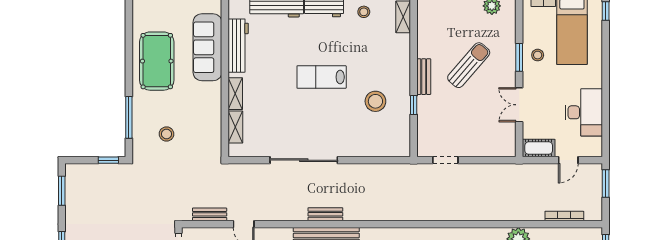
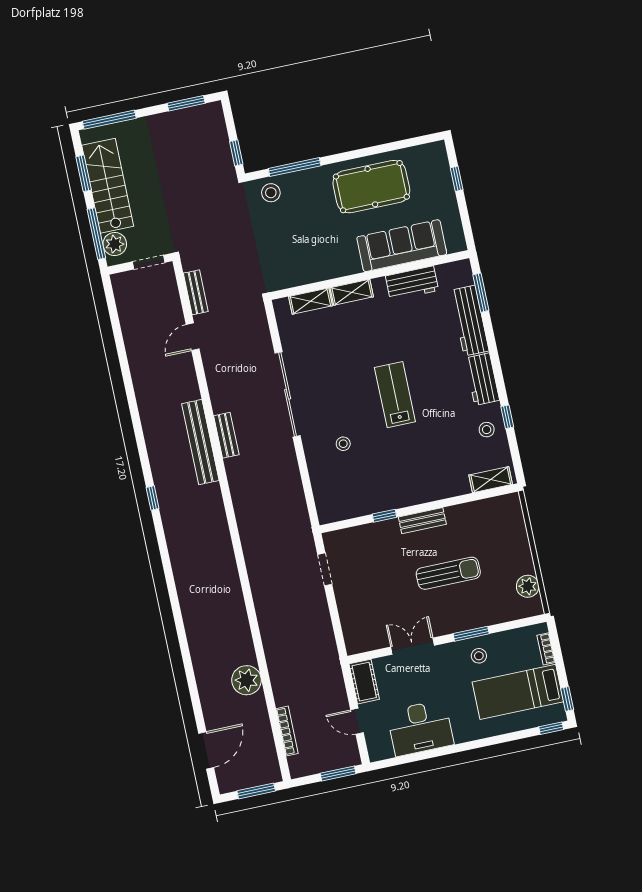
workbench: (238, 46) -> (412, 283), width x0.73
sun lounger: (469, 65) -> (448, 573), turned -41
stool: (375, 101) -> (343, 444), moved, width x0.53, depth x0.53
stool: (167, 134) -> (271, 193), moved

